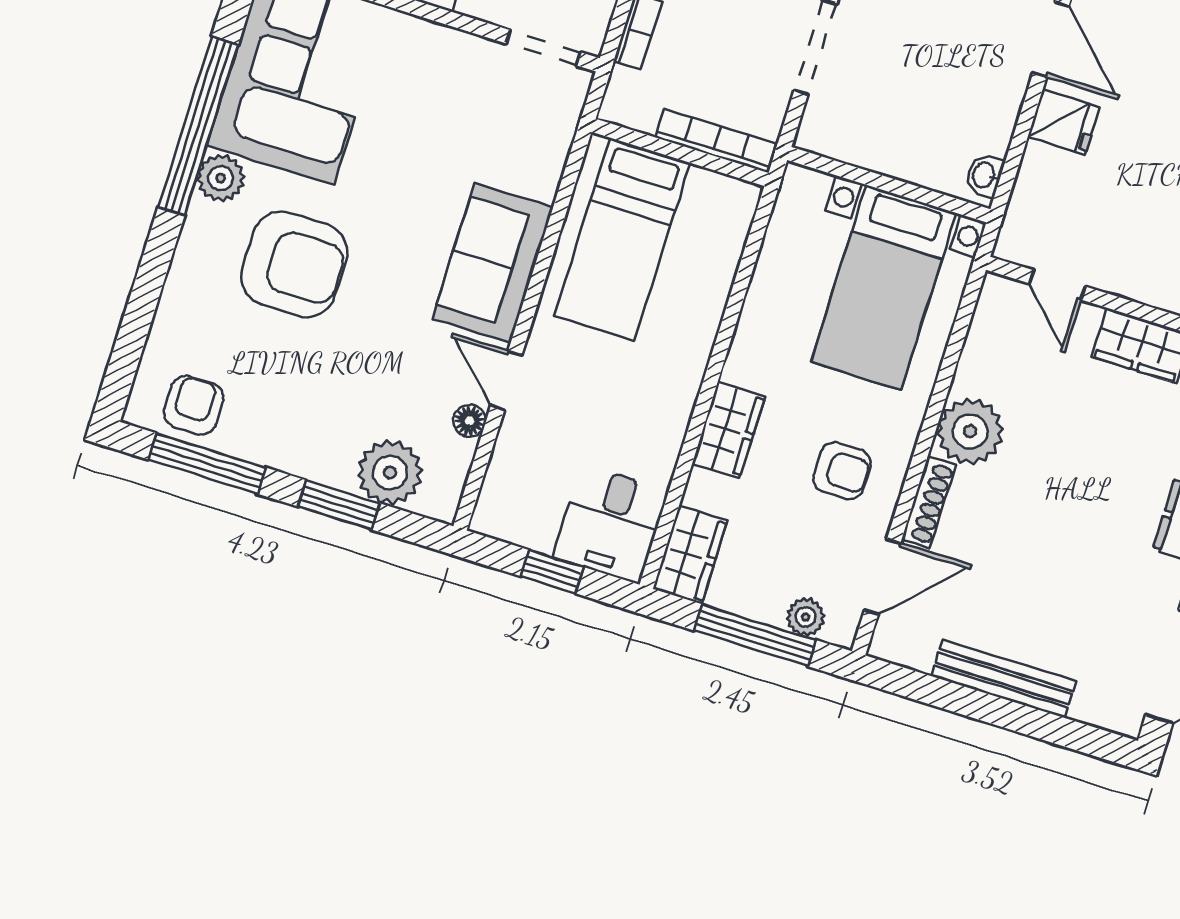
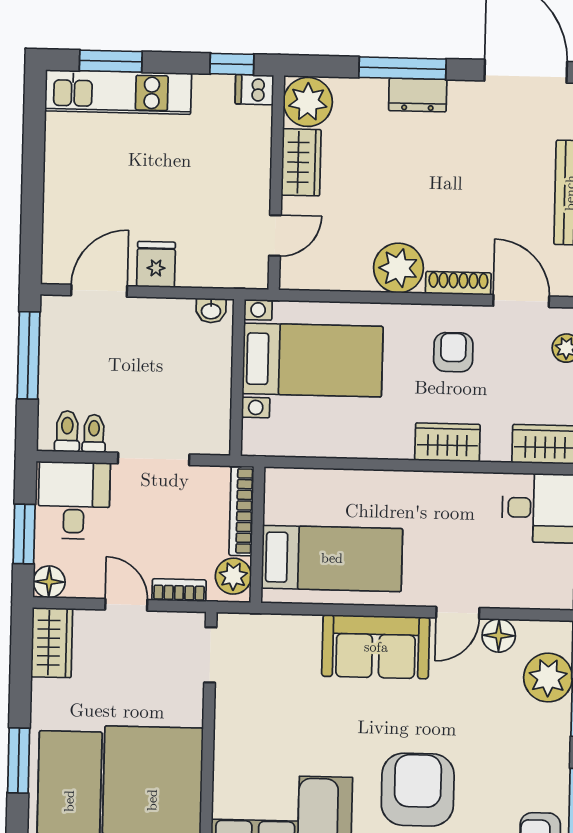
plant: (636, 106) -> (233, 576), added
floor lamp: (470, 421) -> (499, 636), width x1.37, depth x1.37

